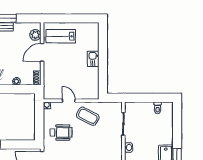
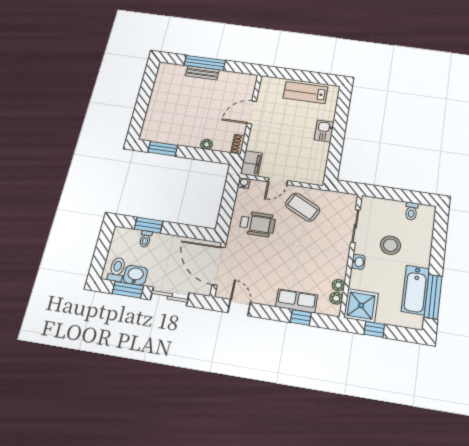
plant: (35, 35) -> (247, 89), removed
lab bench: (61, 36) -> (305, 93), moved
filing cabinet: (49, 91) -> (251, 164), added
door: (69, 101) -> (278, 181), swing flipped
stool: (147, 133) -> (390, 245), added

